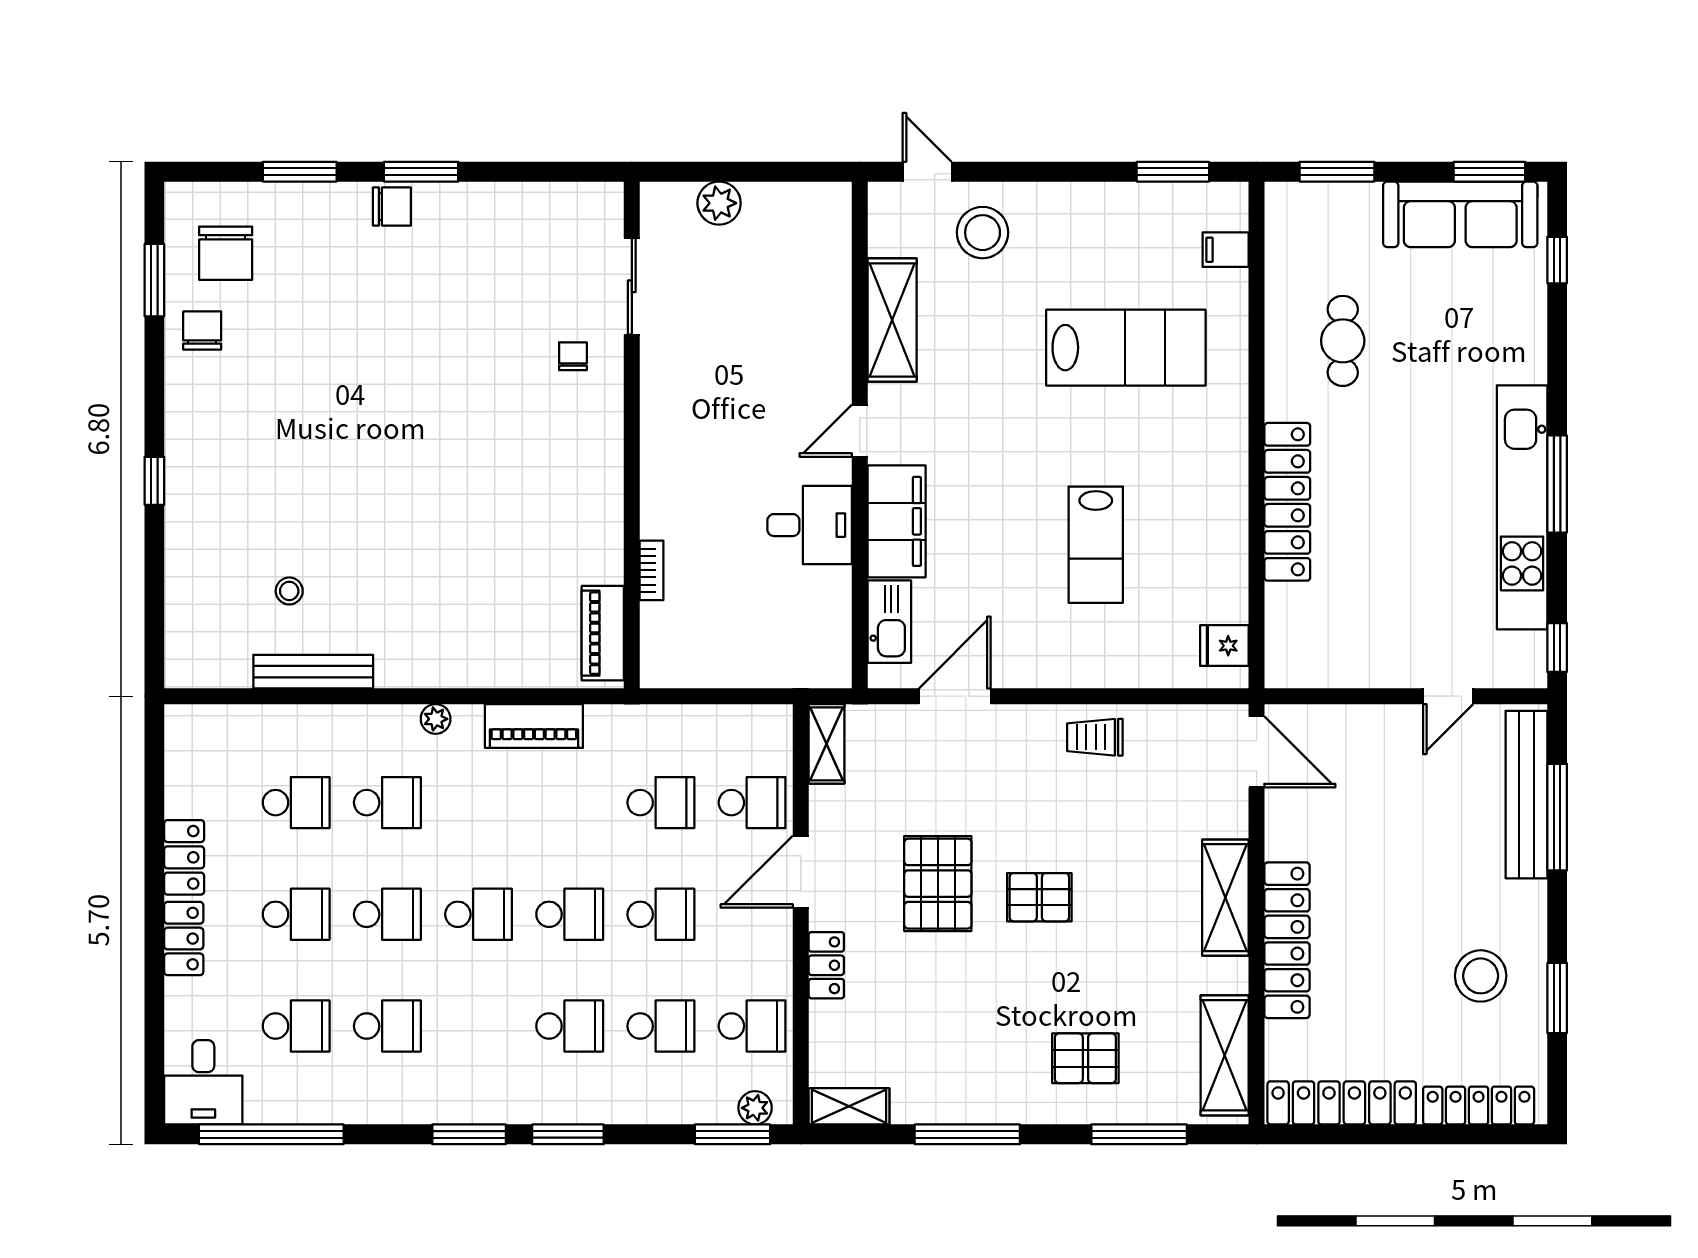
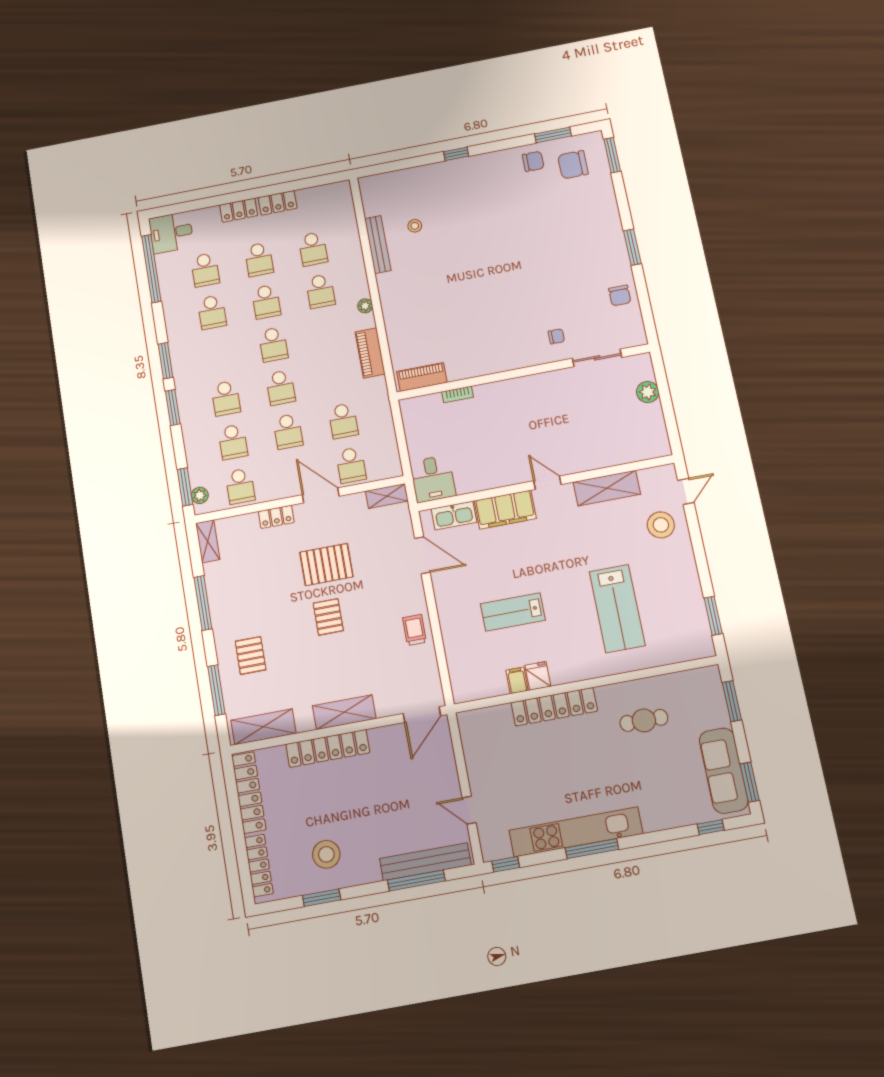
window: (300, 172) -> (612, 155), moved
chair: (392, 206) -> (620, 295), moved
filing cabinet: (1226, 250) -> (517, 680), moved
desk: (810, 525) -> (433, 479), moved
fridge: (1224, 646) -> (538, 676), moved

